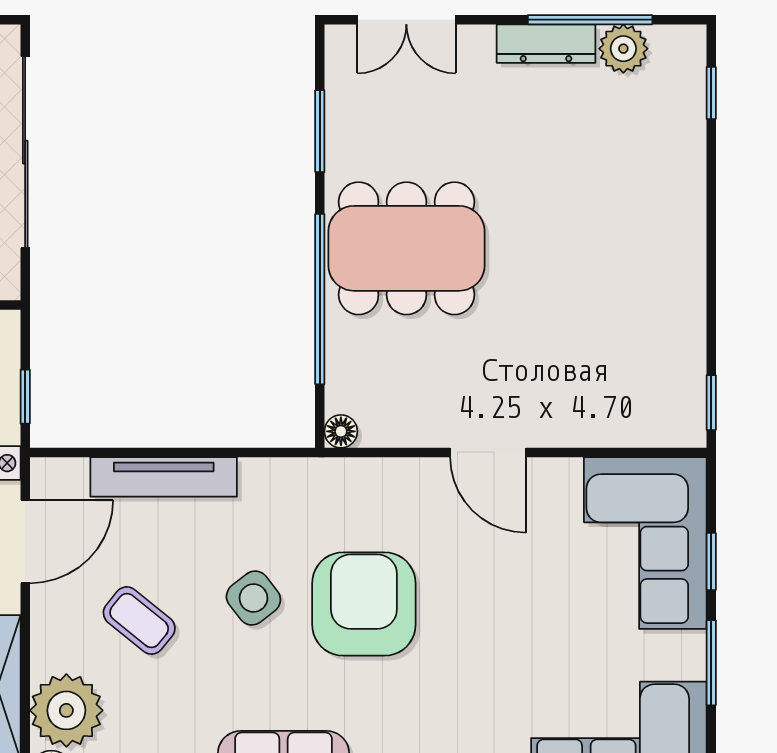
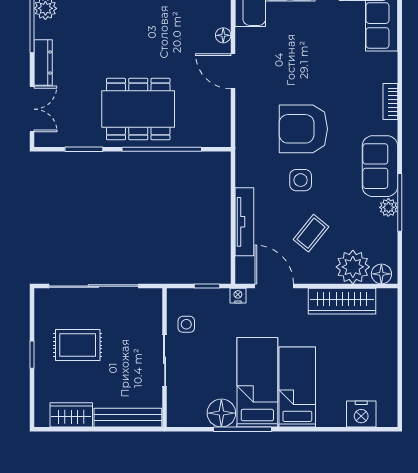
dresser: (546, 44) -> (43, 62), moved
dining table: (407, 248) -> (138, 109), turned 90
floor lamp: (341, 431) -> (223, 35), moved
door: (488, 452) -> (233, 71), swing flipped
side table: (253, 598) -> (301, 180), turned 38

